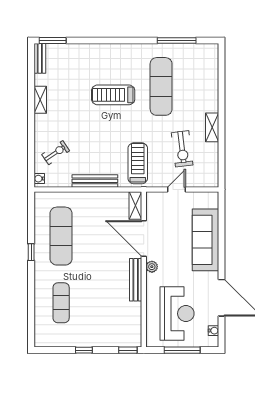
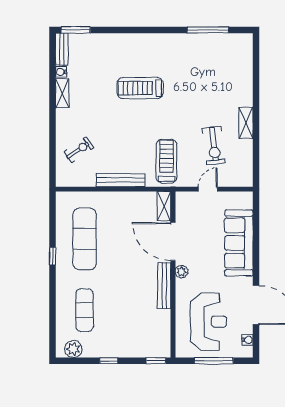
exercise mat: (161, 86) -> (191, 79), removed
water cooler: (39, 179) -> (61, 72), moved
plant: (50, 339) -> (73, 349), added

